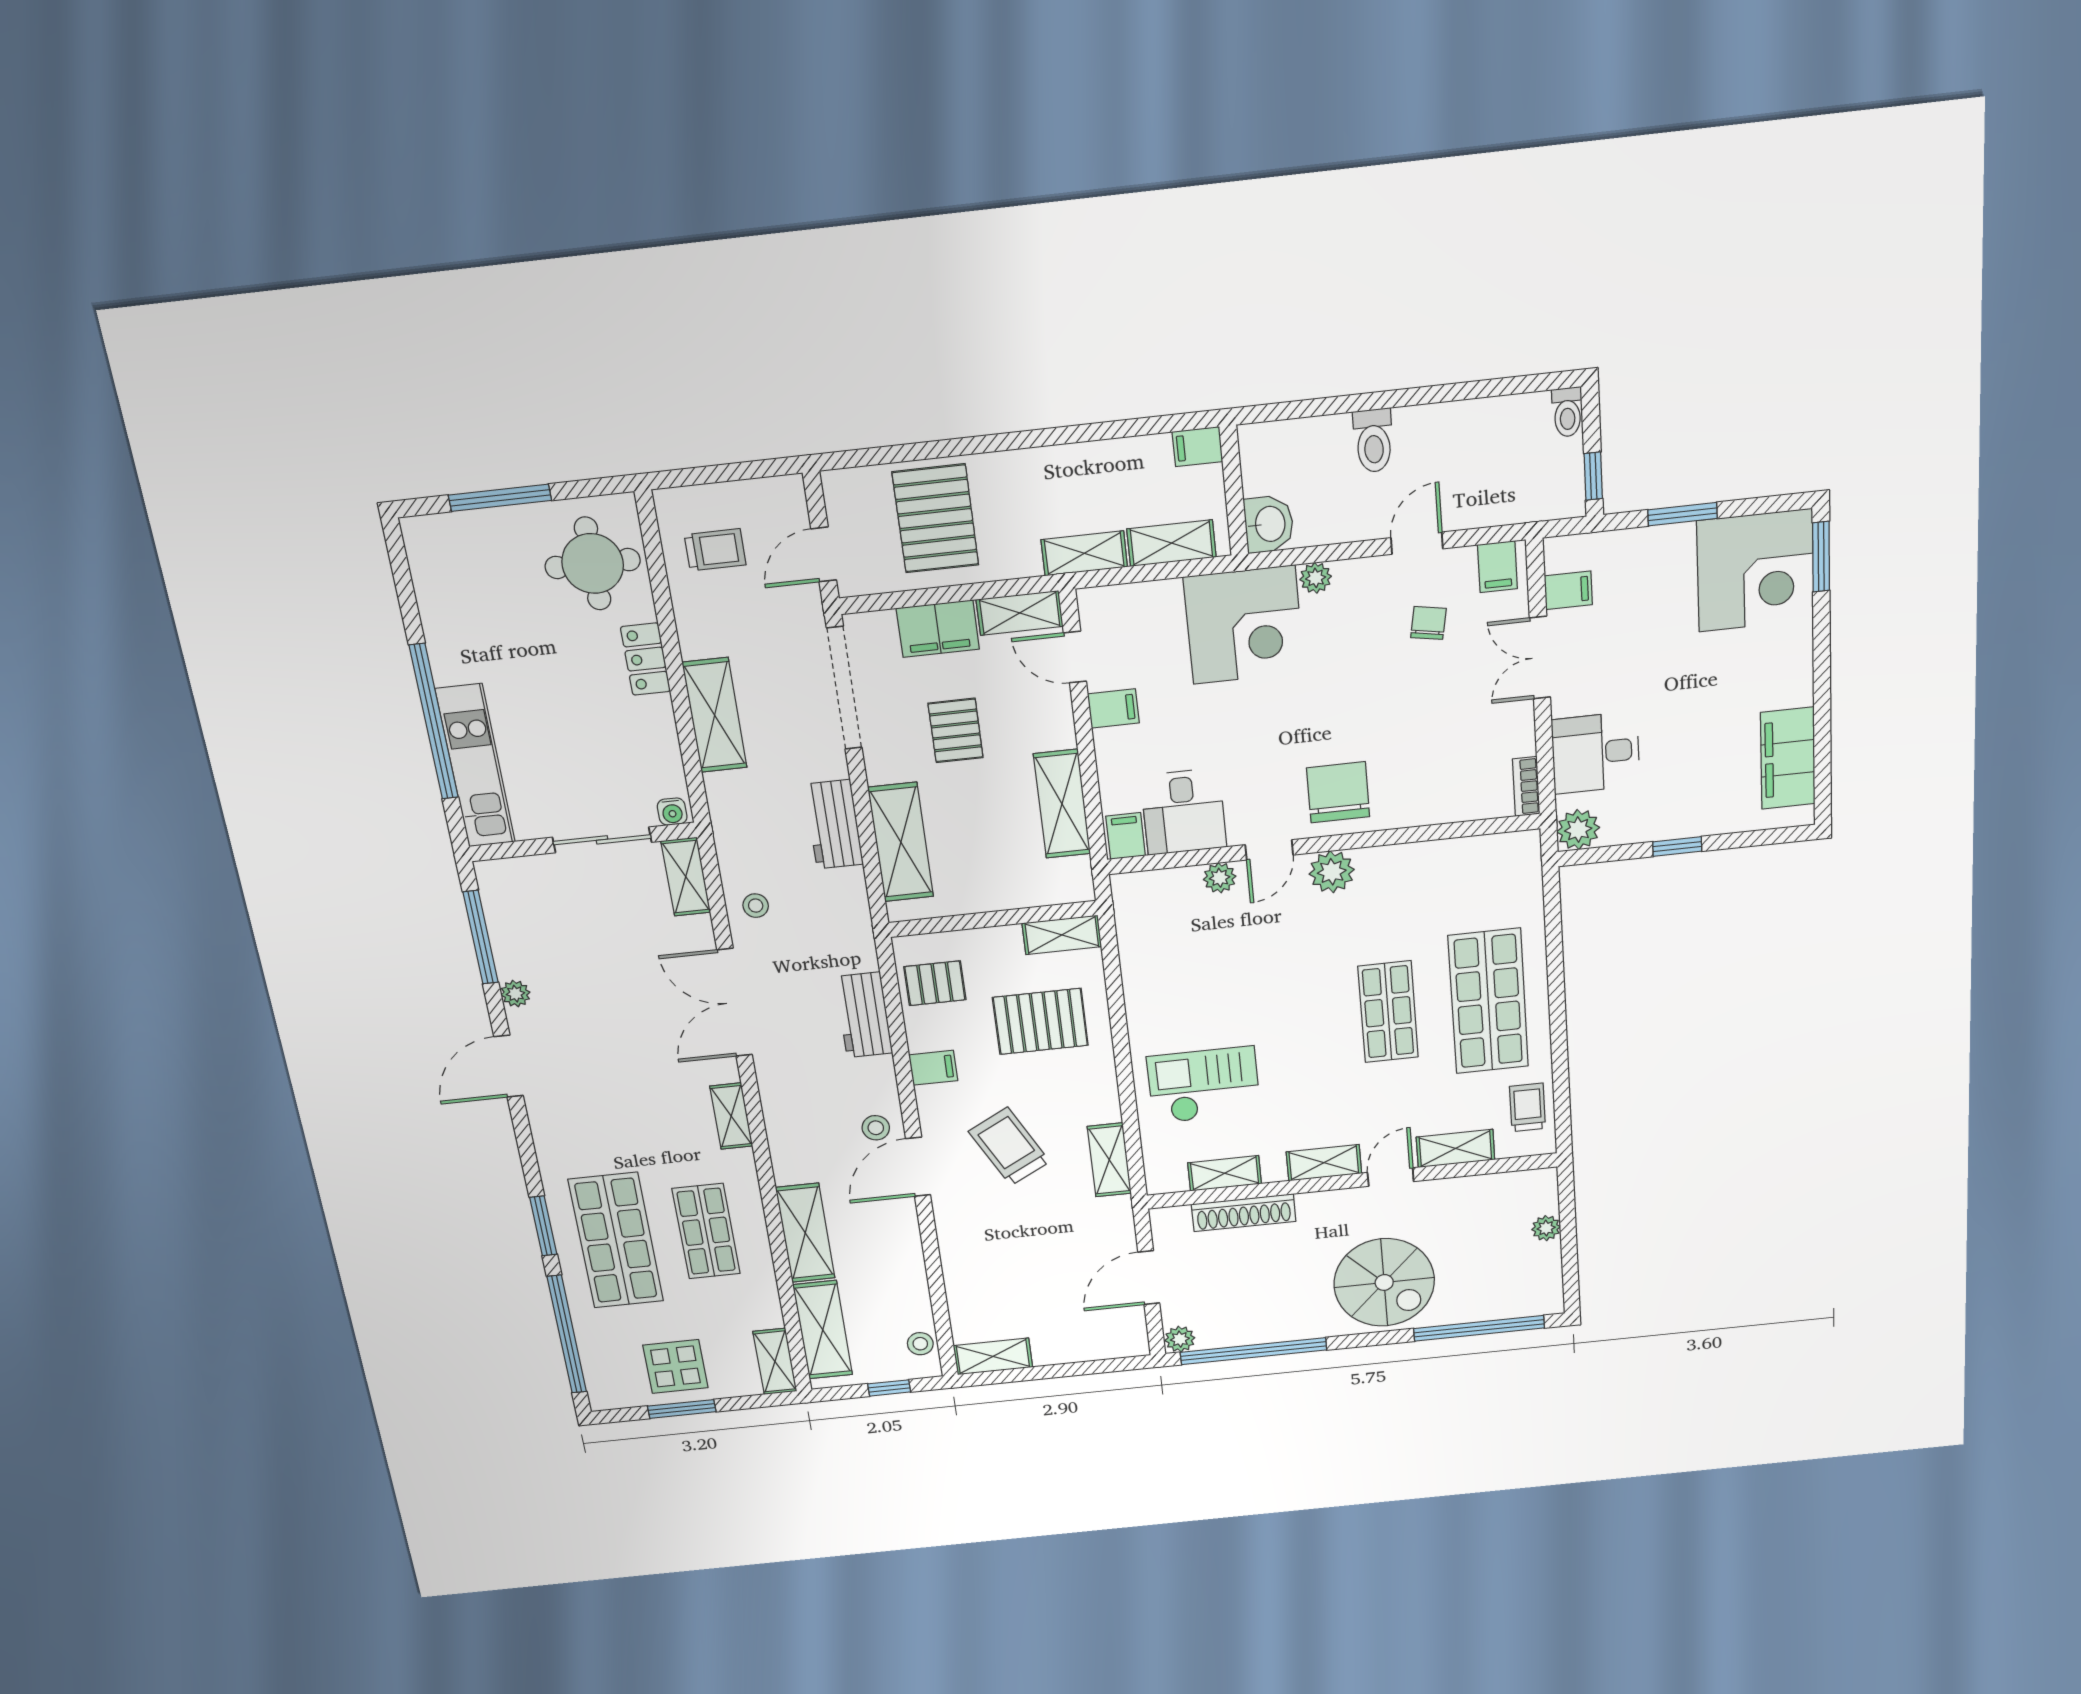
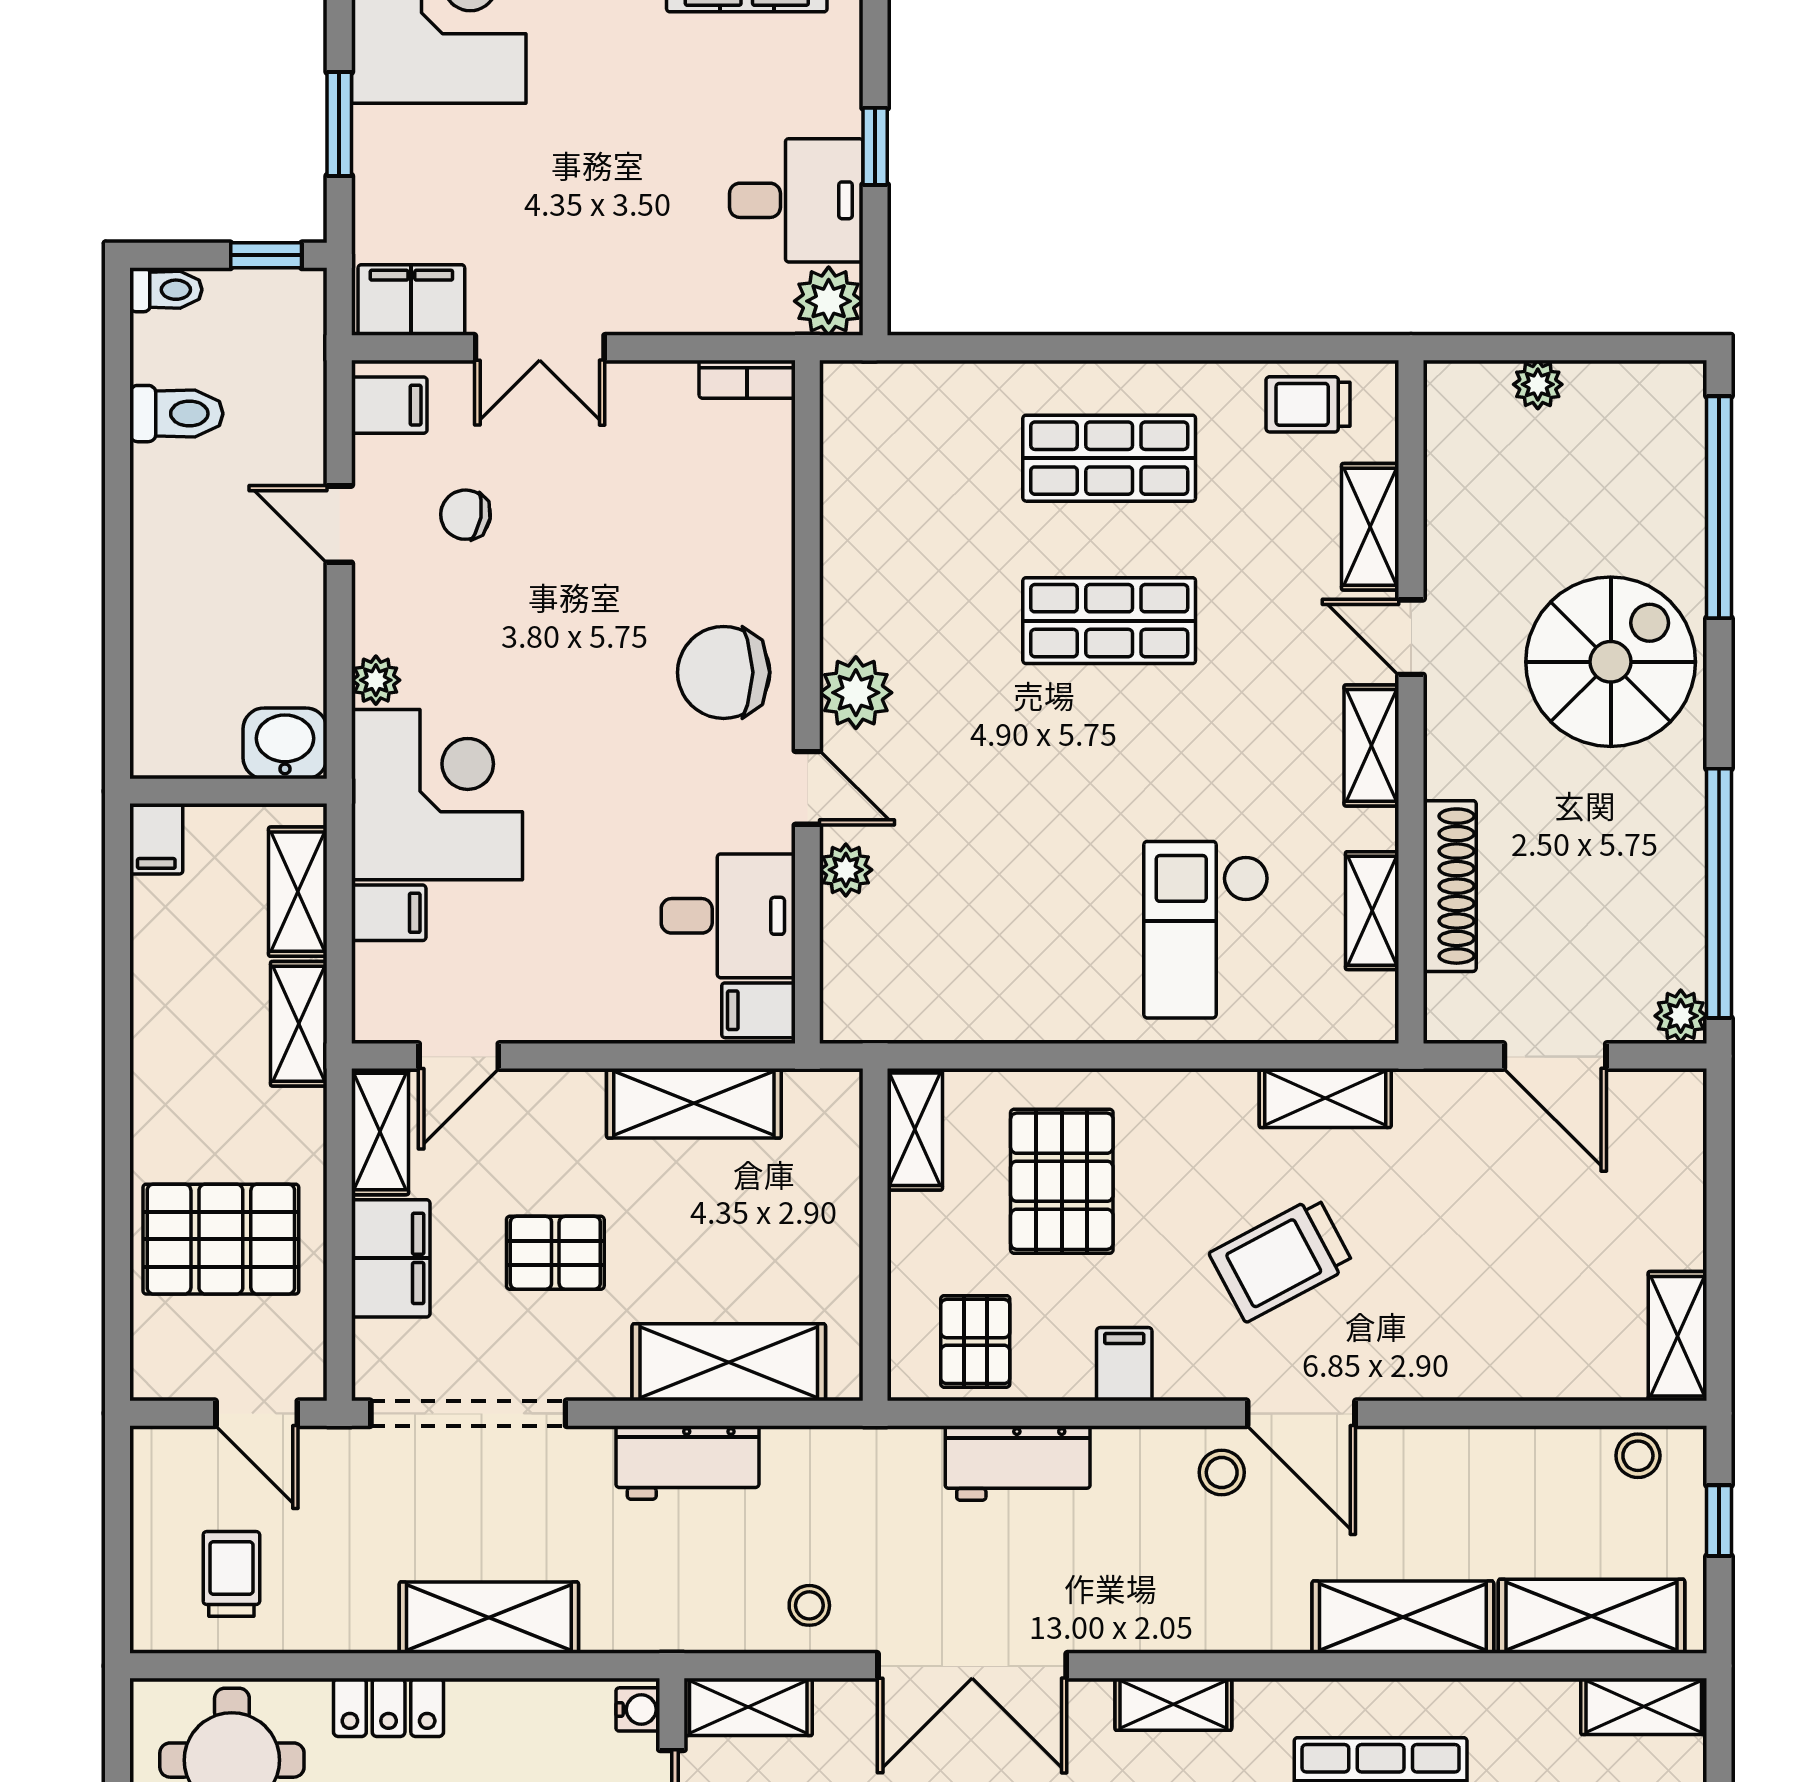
toilet: (1373, 441) -> (176, 414), moved
filing cabinet: (1568, 590) -> (411, 300), width x2.00
filing cabinet: (1113, 708) -> (389, 913), moved, turned 90
desk: (1596, 753) -> (796, 200), moved, turned -90
shop shelf: (1488, 1001) -> (1109, 458), width x0.70, depth x0.74

